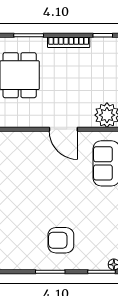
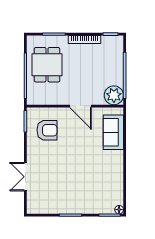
armchair: (61, 240) -> (47, 130), moved, turned 180

